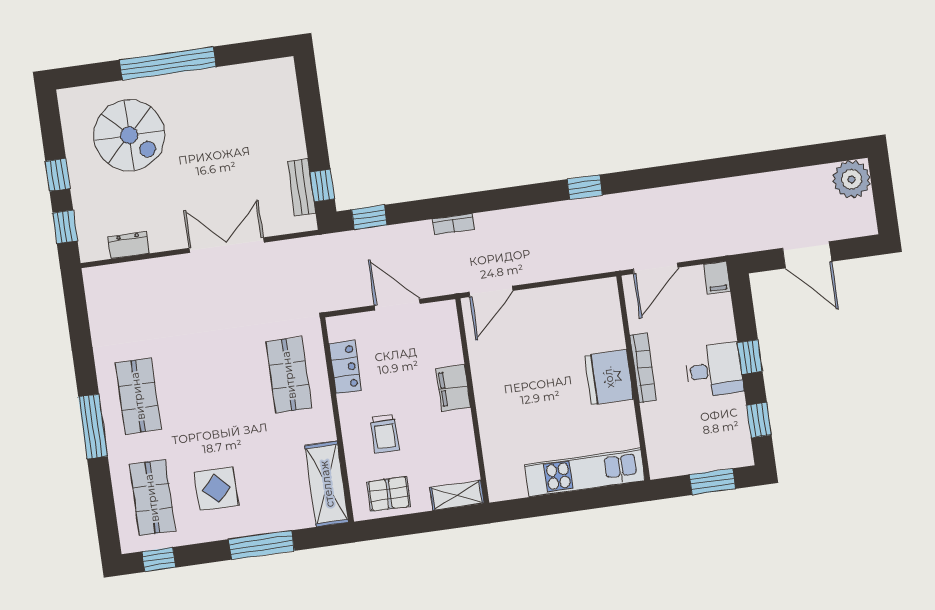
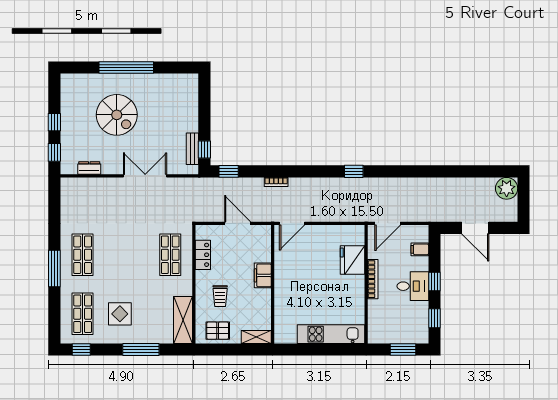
spiral stairs: (129, 135) -> (117, 115), moved
filing cabinet: (717, 278) -> (420, 249), moved, turned 90
fridge: (609, 377) -> (352, 260), moved

